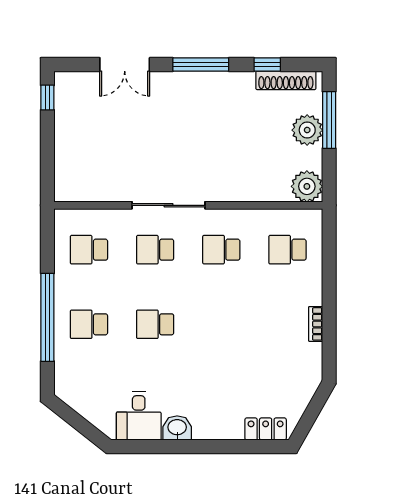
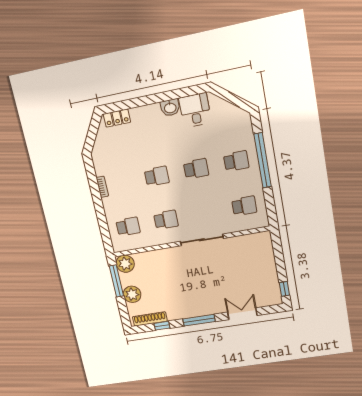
window: (329, 120) -> (116, 281), moved
school desk: (155, 250) -> (157, 176), moved

